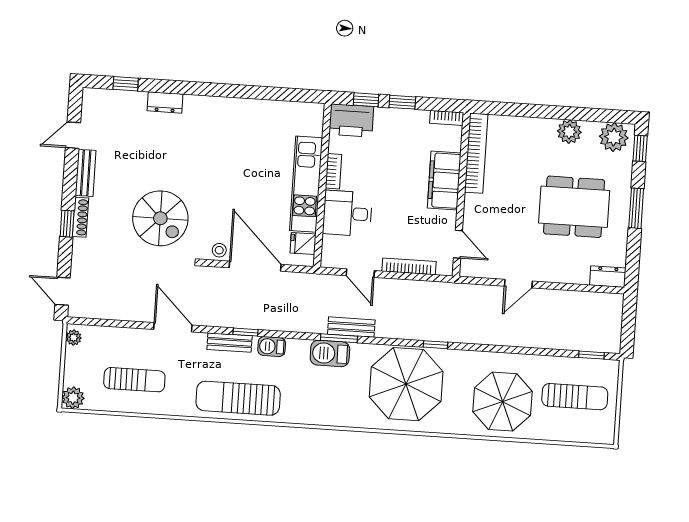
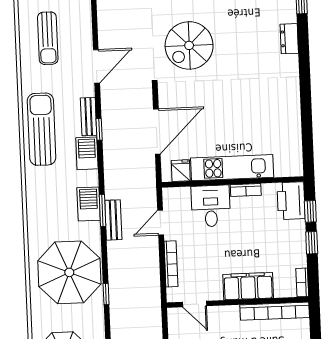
door: (458, 244) -> (195, 304), hinge flipped
stool: (219, 250) -> (167, 99), removed
barbecue: (272, 347) -> (87, 153), width x1.38, depth x1.27

